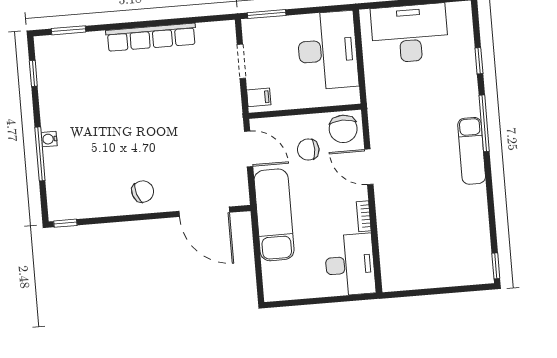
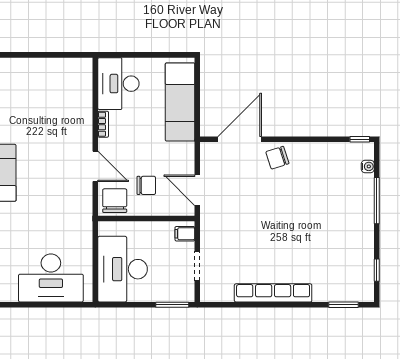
water cooler: (49, 139) -> (368, 166), moved
chair: (143, 192) -> (277, 158), moved
door: (204, 212) -> (240, 139), hinge flipped
exam couch: (274, 215) -> (180, 102), moved

